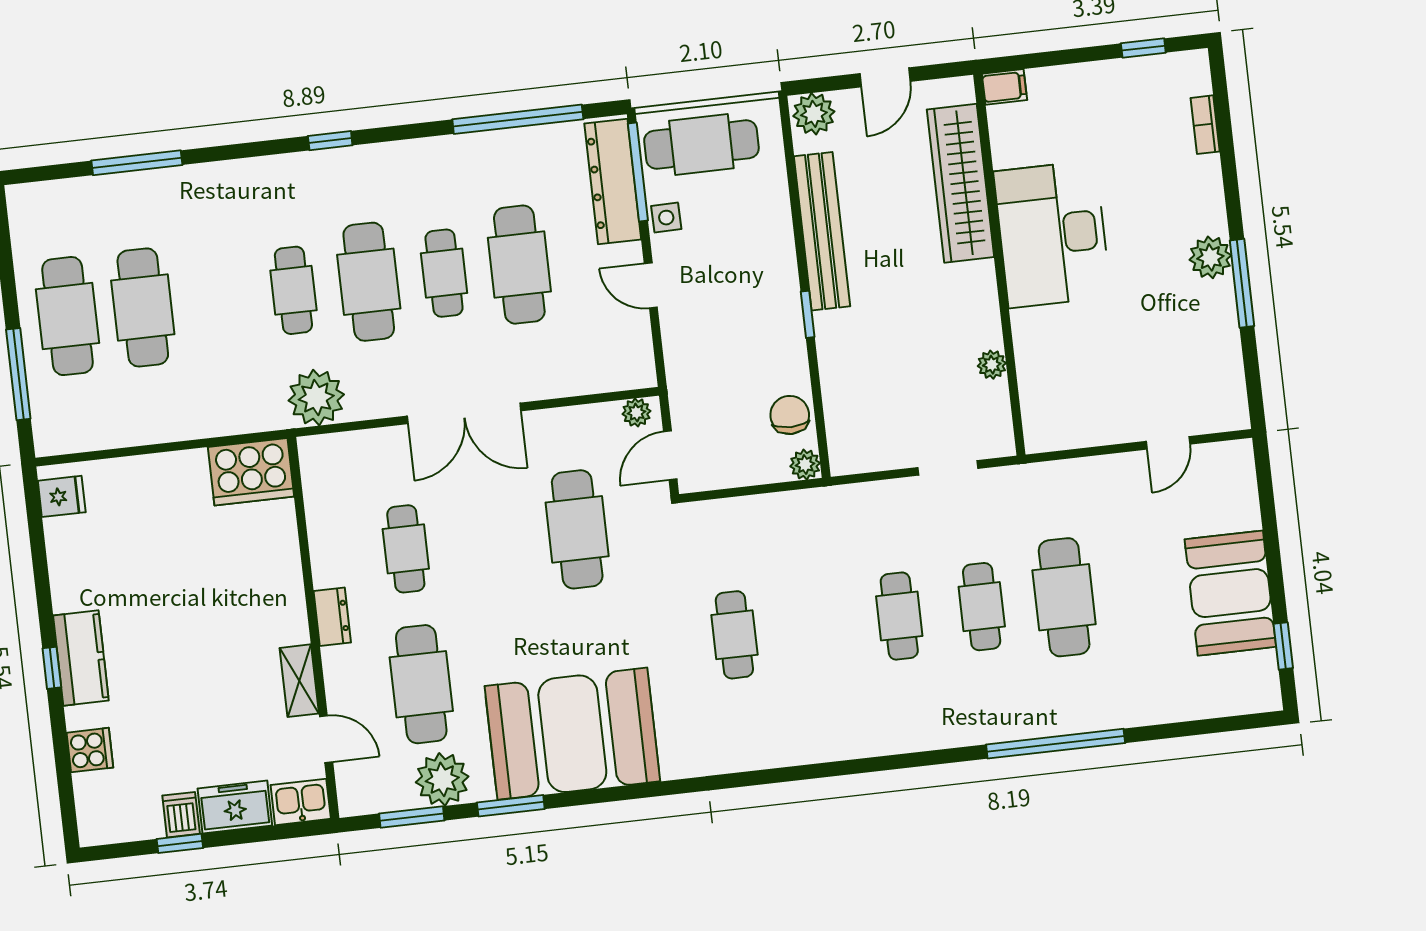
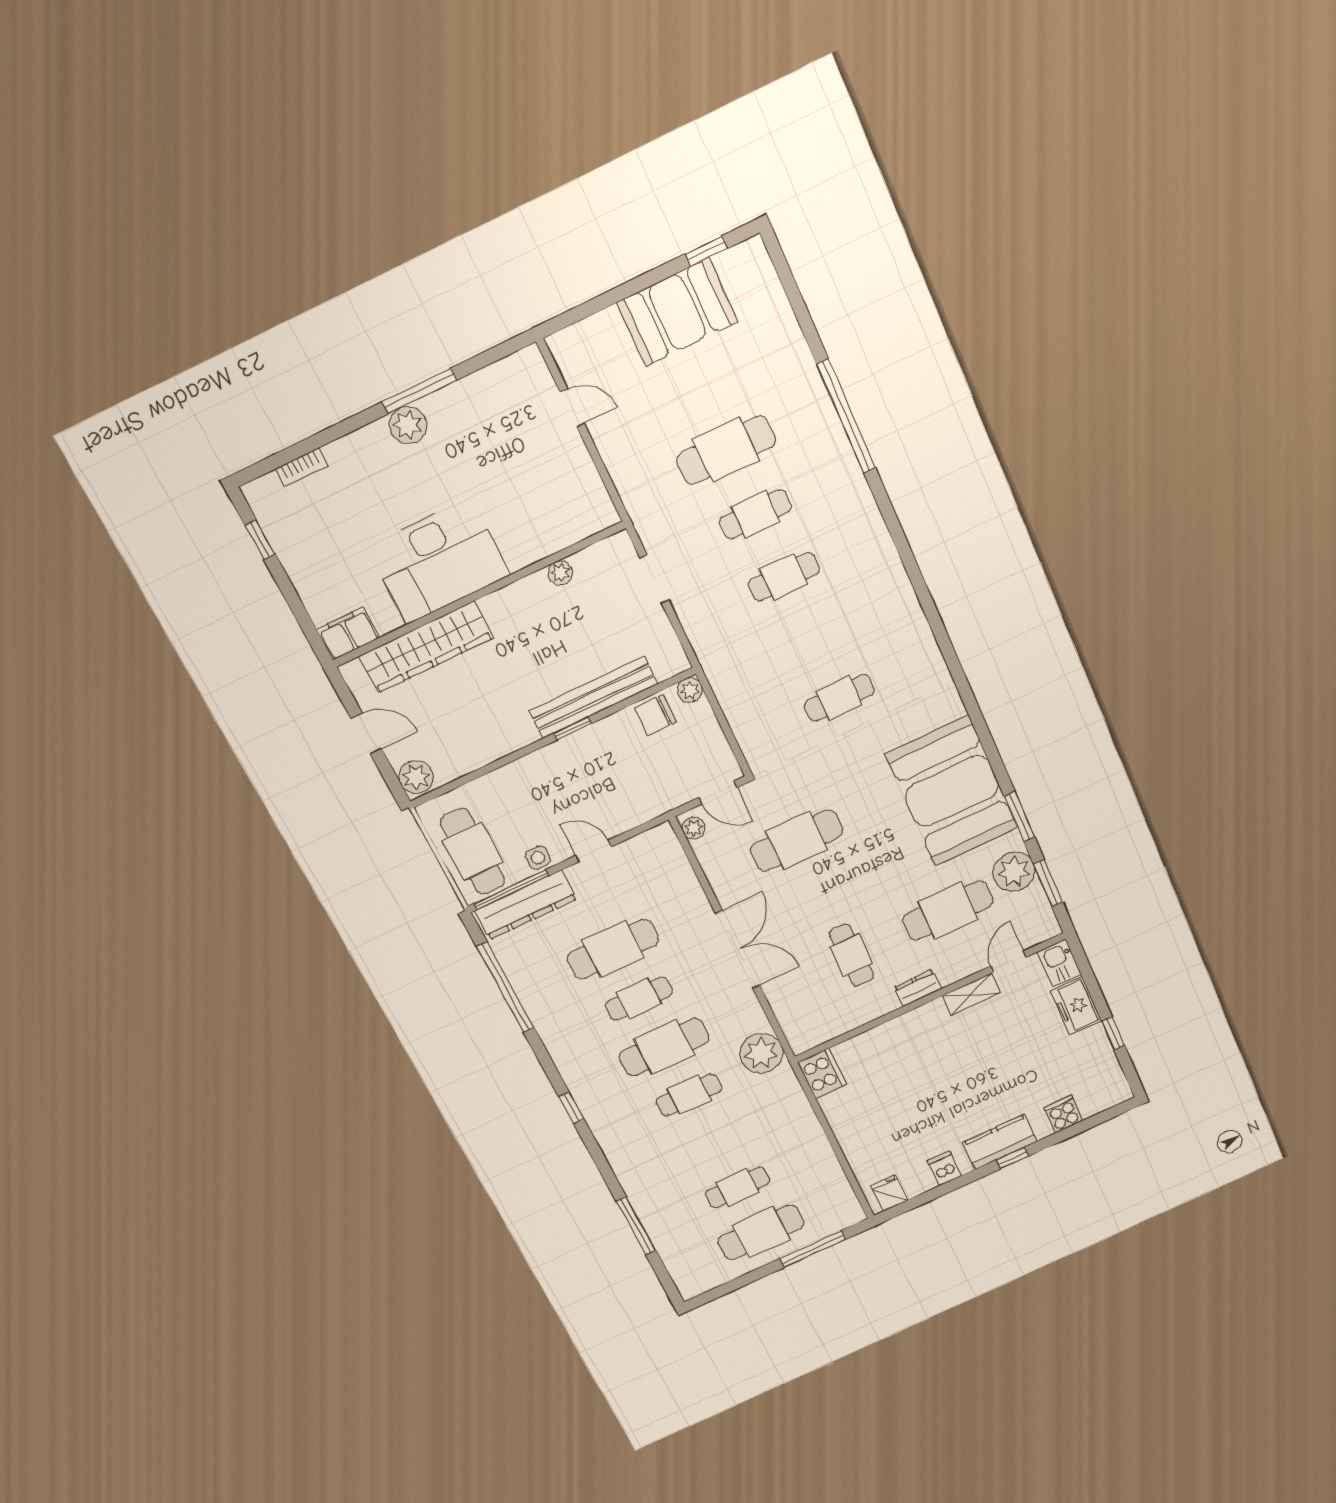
filing cabinet: (1004, 87) -> (348, 634), width x2.00
bench: (822, 231) -> (593, 697), moved
door: (651, 285) -> (594, 851), swing flipped
cafe table: (143, 307) -> (737, 1187), width x0.73, depth x0.74
cooker: (251, 472) -> (822, 1073), width x0.73, depth x0.76
cafe table: (406, 549) -> (851, 955), turned 90
dishwasher: (181, 815) -> (945, 1168), moved, turned 90

